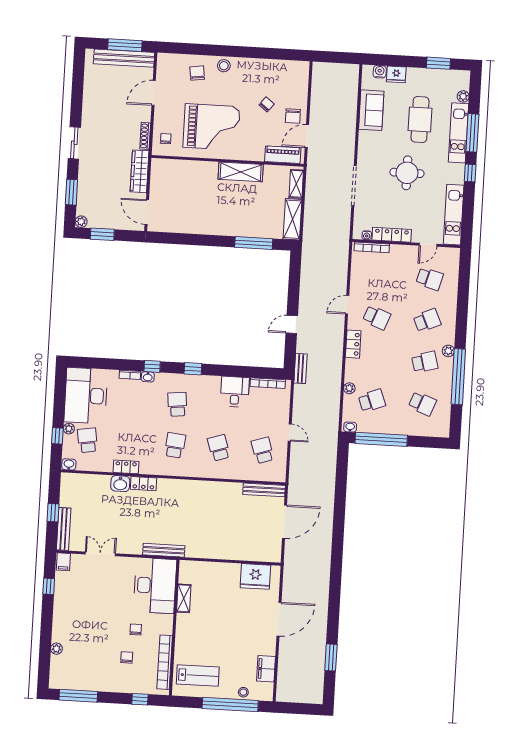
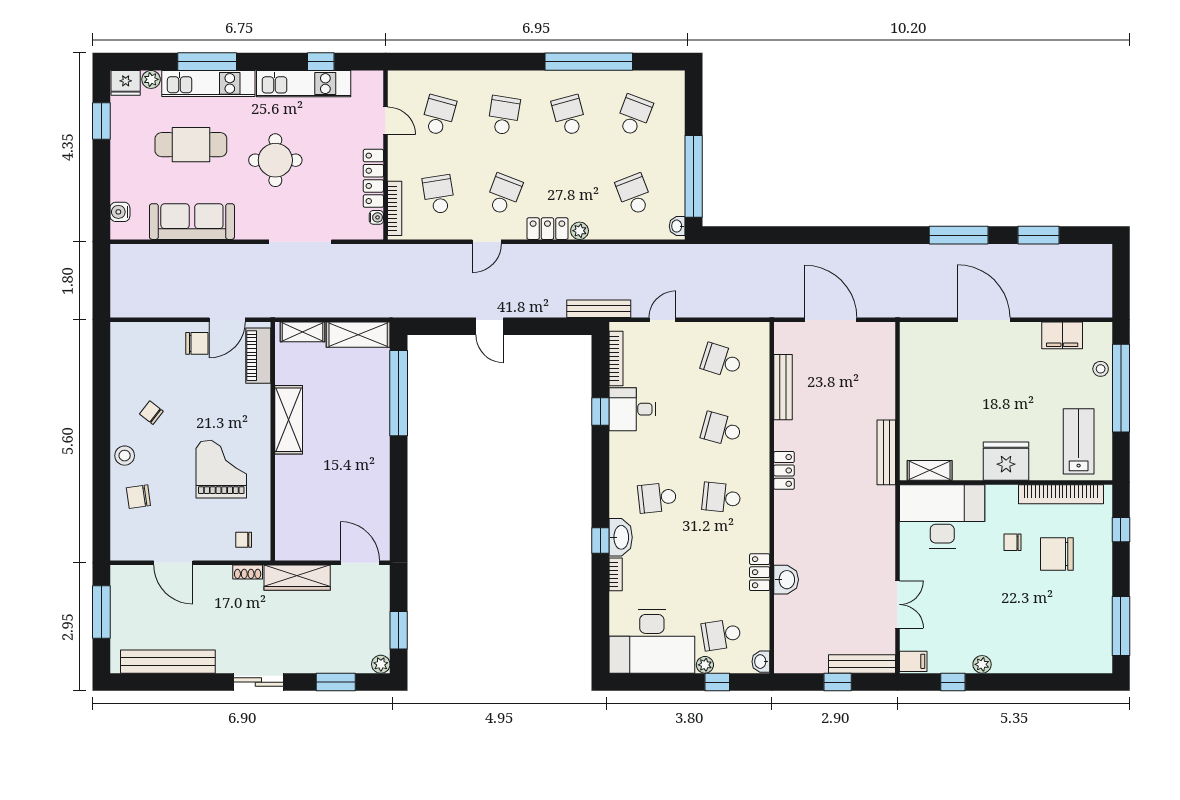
bench: (124, 58) -> (168, 662), moved, turned 90
fridge: (396, 74) -> (126, 83), moved, turned 90
chair: (267, 104) -> (151, 413), moved
sofa: (371, 110) -> (192, 222), width x1.36
grand piano: (212, 127) -> (221, 469), width x0.73, depth x0.68
shoe rack: (145, 136) -> (248, 572), width x0.70
door: (307, 136) -> (227, 320), hinge flipped
window: (470, 173) -> (321, 62), moved
door: (147, 212) -> (360, 563), swing flipped
kitchen unit: (454, 215) -> (304, 84), moved
window: (254, 243) -> (399, 393), width x1.46
school desk: (379, 276) -> (439, 194), added
door: (347, 305) -> (487, 242), hinge flipped
school desk: (427, 320) -> (504, 115), turned 33
door: (292, 324) -> (490, 326), moved
plant: (448, 351) -> (550, 80), removed
bench: (301, 368) -> (599, 309), width x1.36
window: (193, 369) -> (600, 411), moved
washbasin: (148, 377) -> (621, 537), width x1.91, depth x1.45
plant: (349, 388) -> (580, 231), moved
door: (290, 432) -> (662, 320), moved
school desk: (219, 448) -> (721, 429), turned 33
school desk: (263, 450) -> (721, 361), turned 36
locker: (144, 484) -> (784, 470), moved
bench: (264, 490) -> (783, 387), moved
bench: (164, 550) -> (886, 452), moved
double door: (100, 554) -> (898, 604), swing flipped
fridge: (255, 576) -> (1006, 461), moved, turned -90
shelving: (184, 598) -> (930, 470), moved
window: (334, 606) -> (959, 235), added
plant: (56, 649) -> (982, 664), moved
chair: (127, 657) -> (1057, 554), width x1.87, depth x1.87

